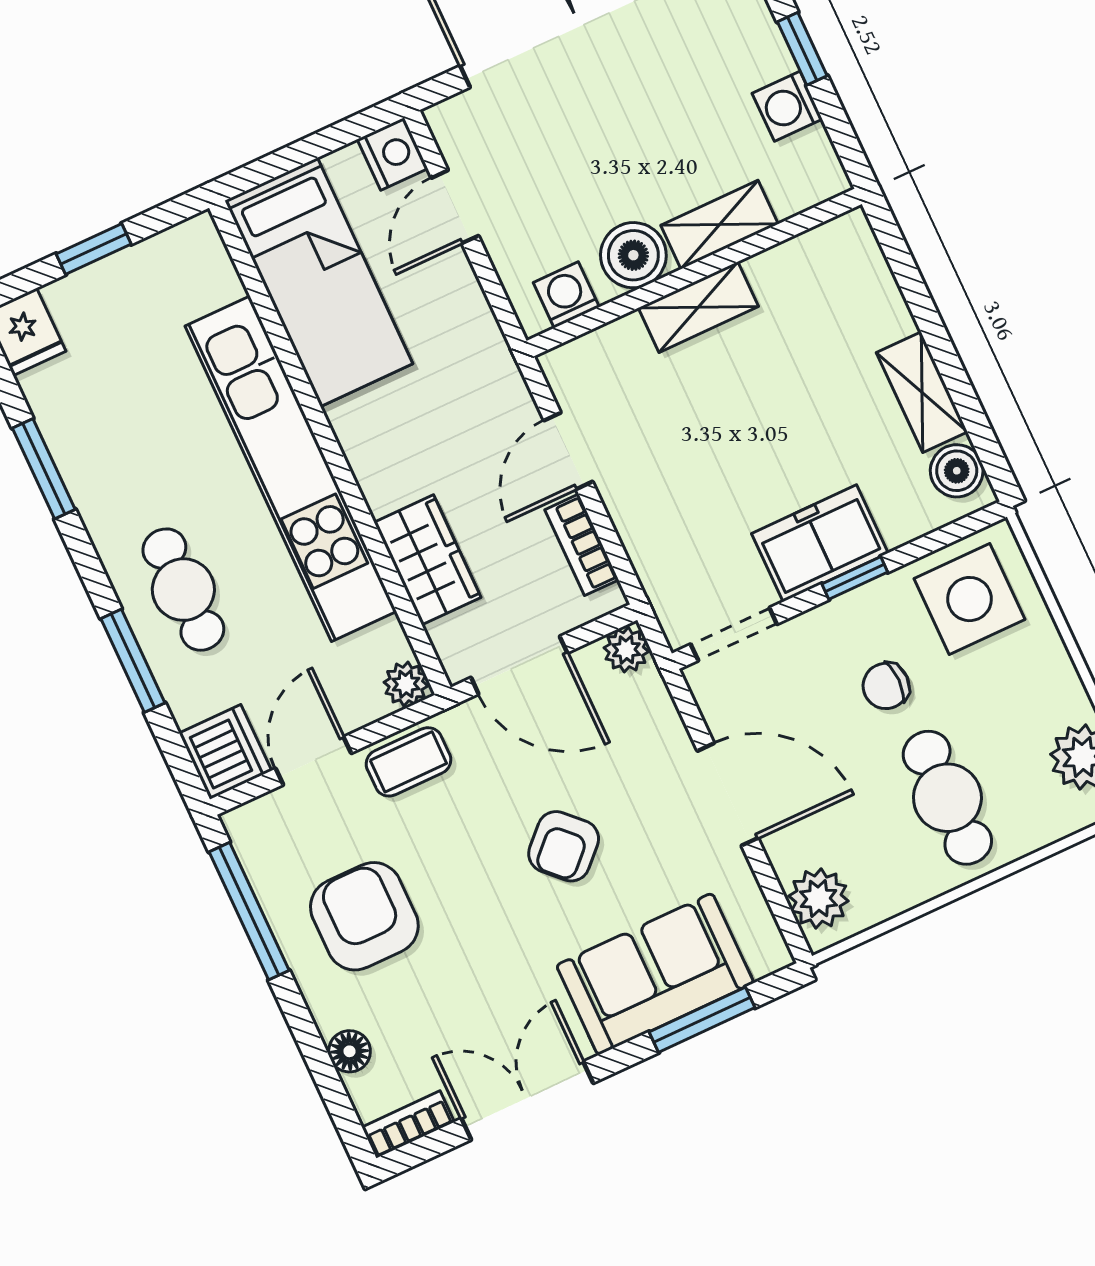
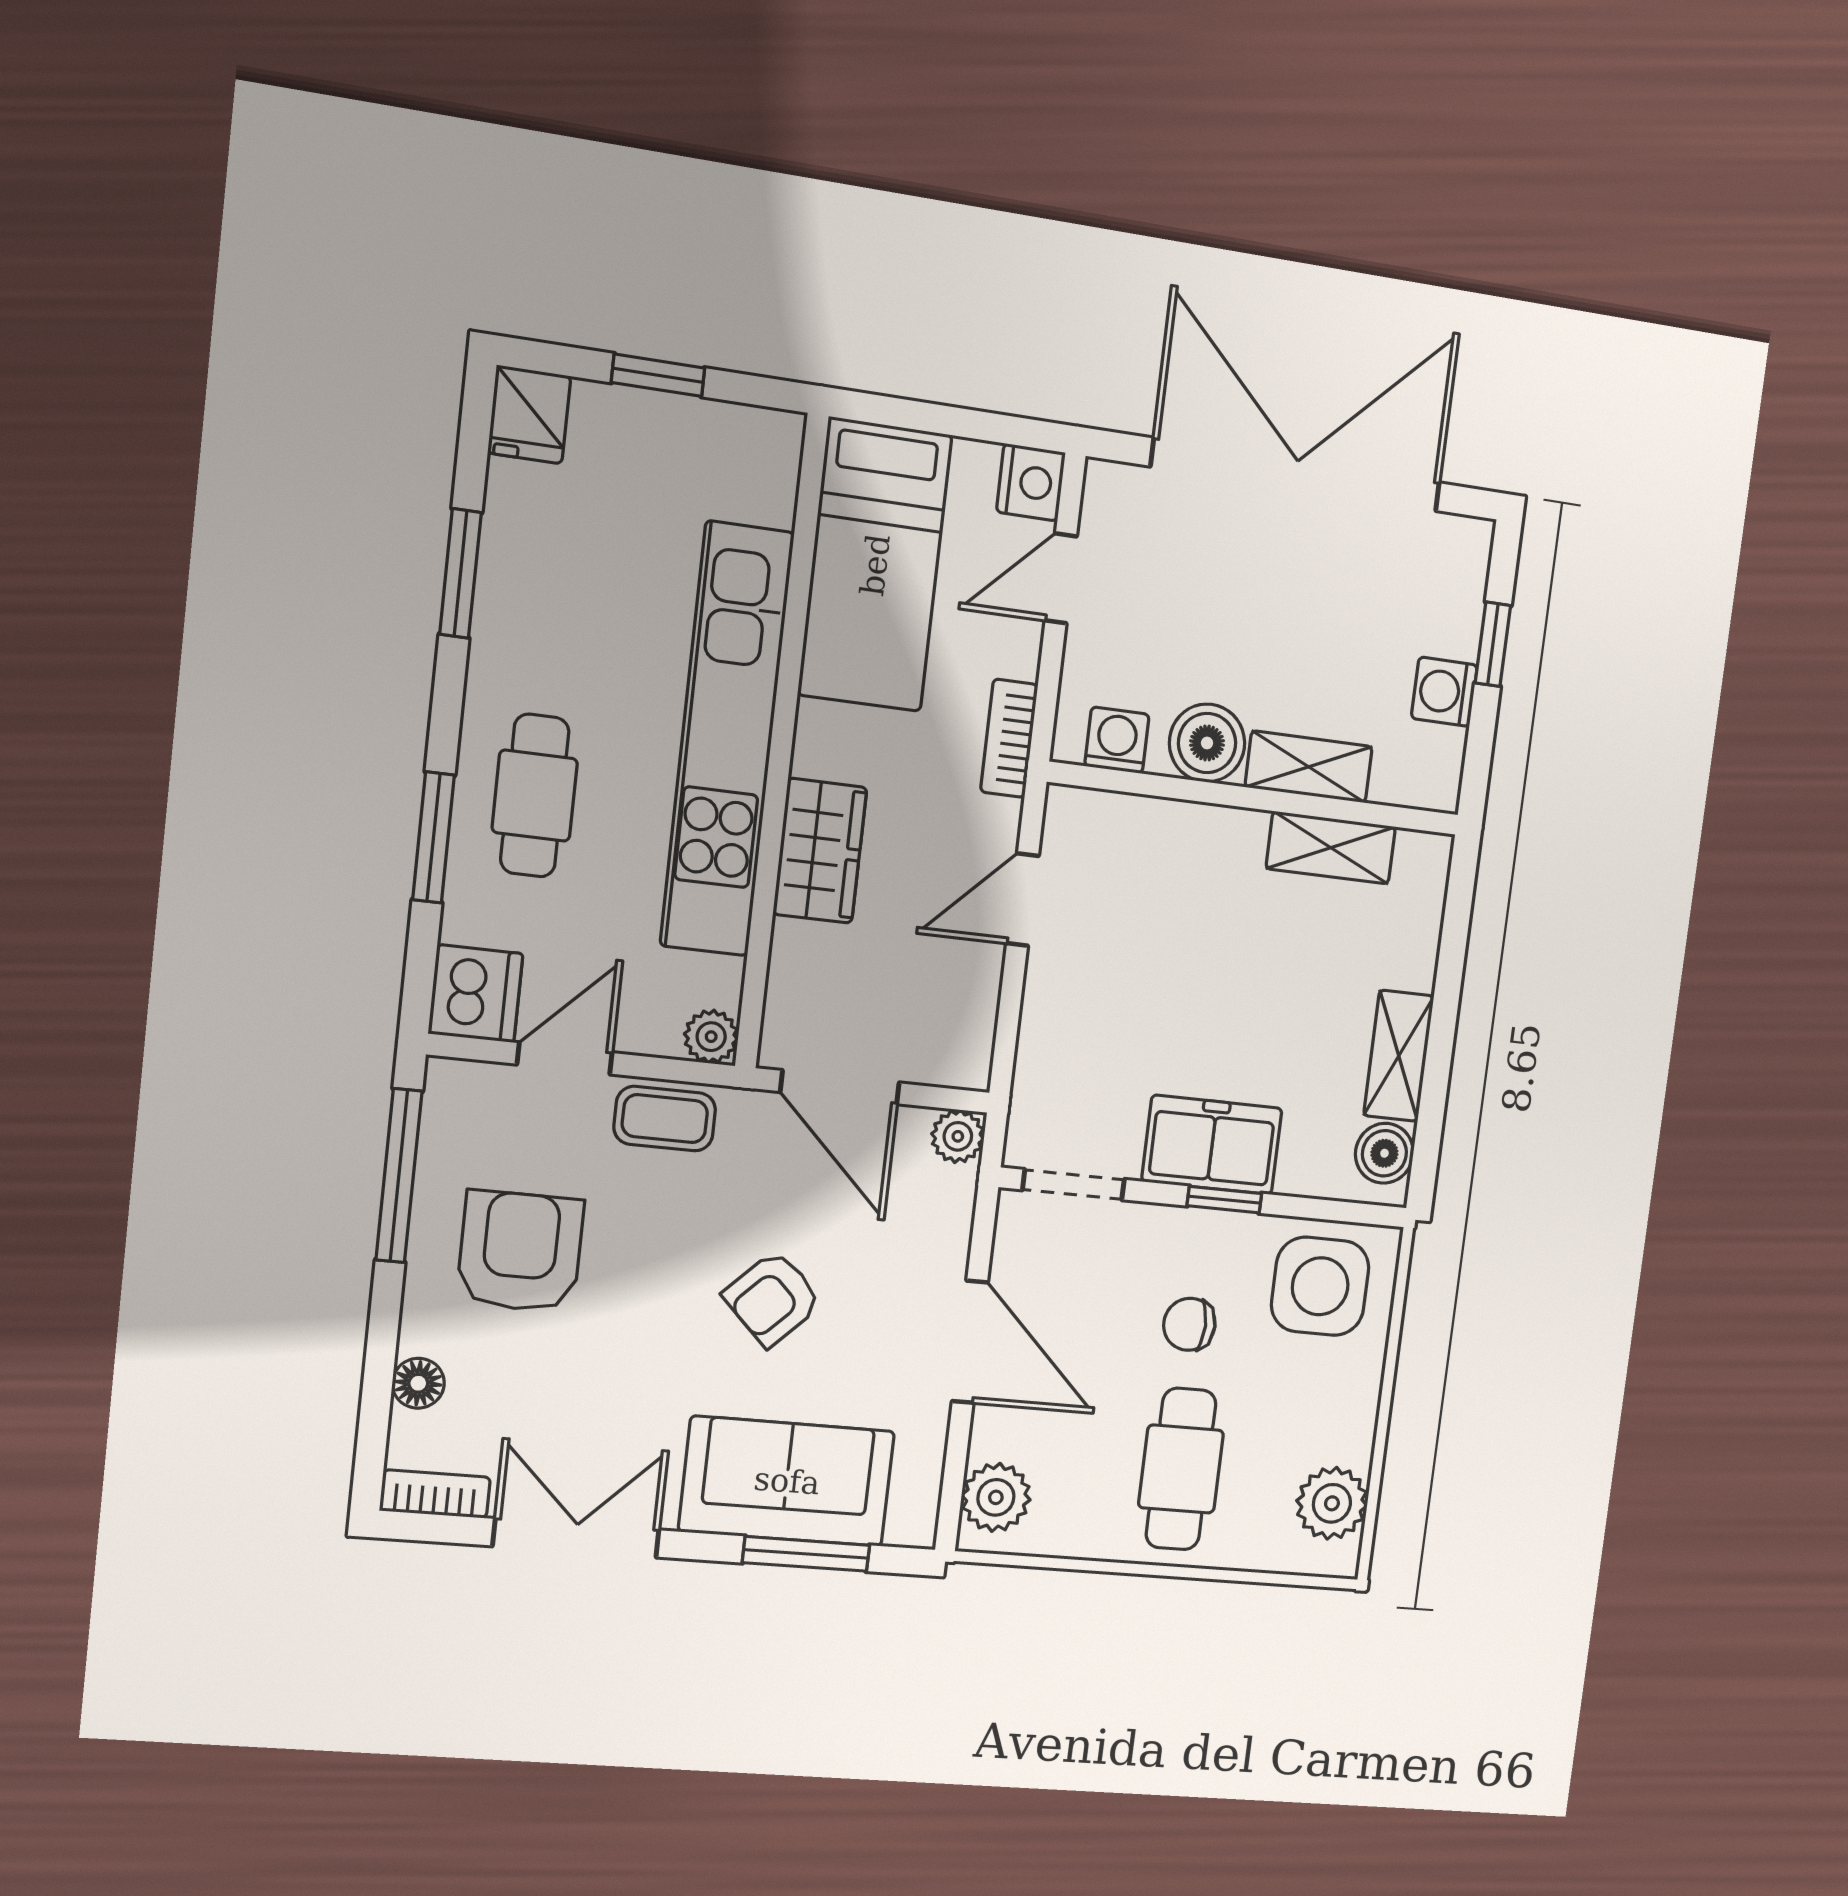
shelving: (698, 307) -> (1331, 848), moved
bookcase: (582, 545) -> (1009, 738), moved
wardrobe: (428, 560) -> (820, 851), moved

